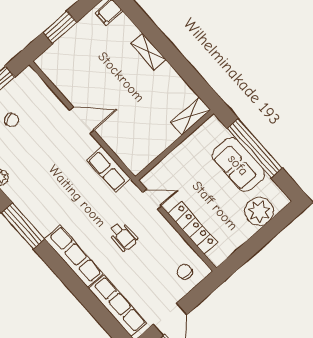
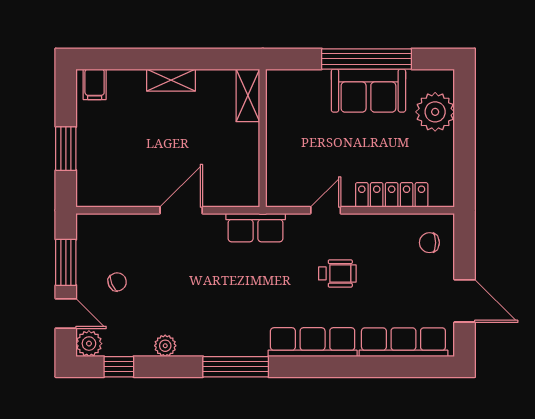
shelving: (191, 116) -> (248, 95), moved
wall: (174, 145) -> (263, 138), moved

